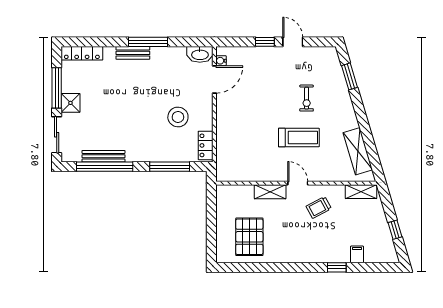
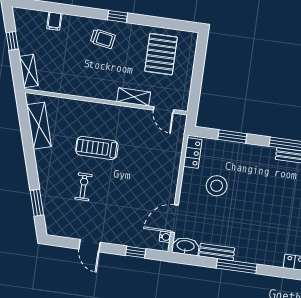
window: (265, 42) -> (136, 252), moved
bench: (133, 53) -> (217, 252), moved
window: (170, 167) -> (232, 137), width x0.69
door: (298, 183) -> (164, 110), moved
shelving: (361, 192) -> (29, 71), moved, turned 73
trolley: (319, 207) -> (103, 39), moved, turned 38
window: (337, 267) -> (117, 16), moved

